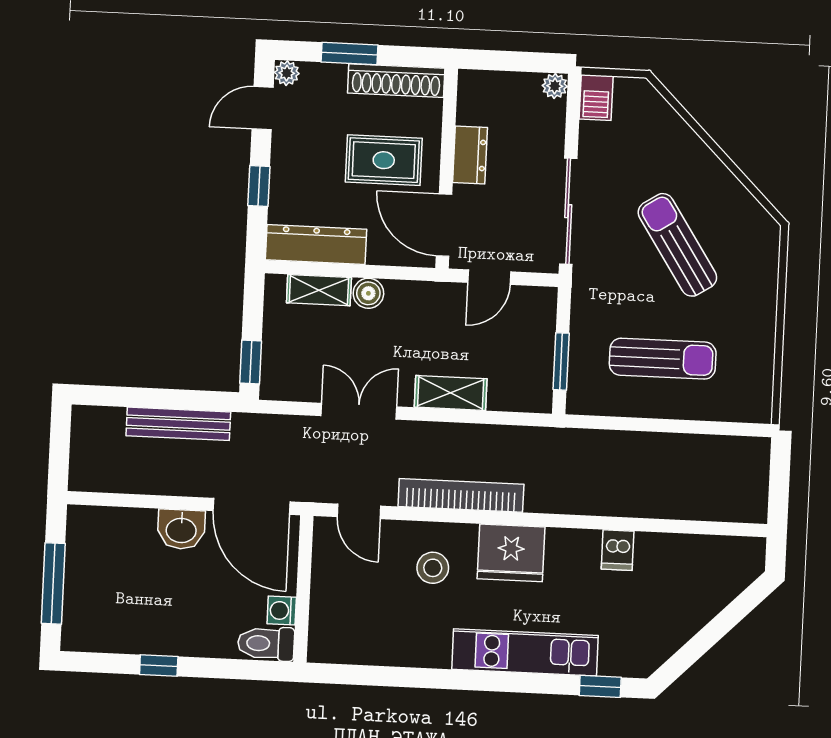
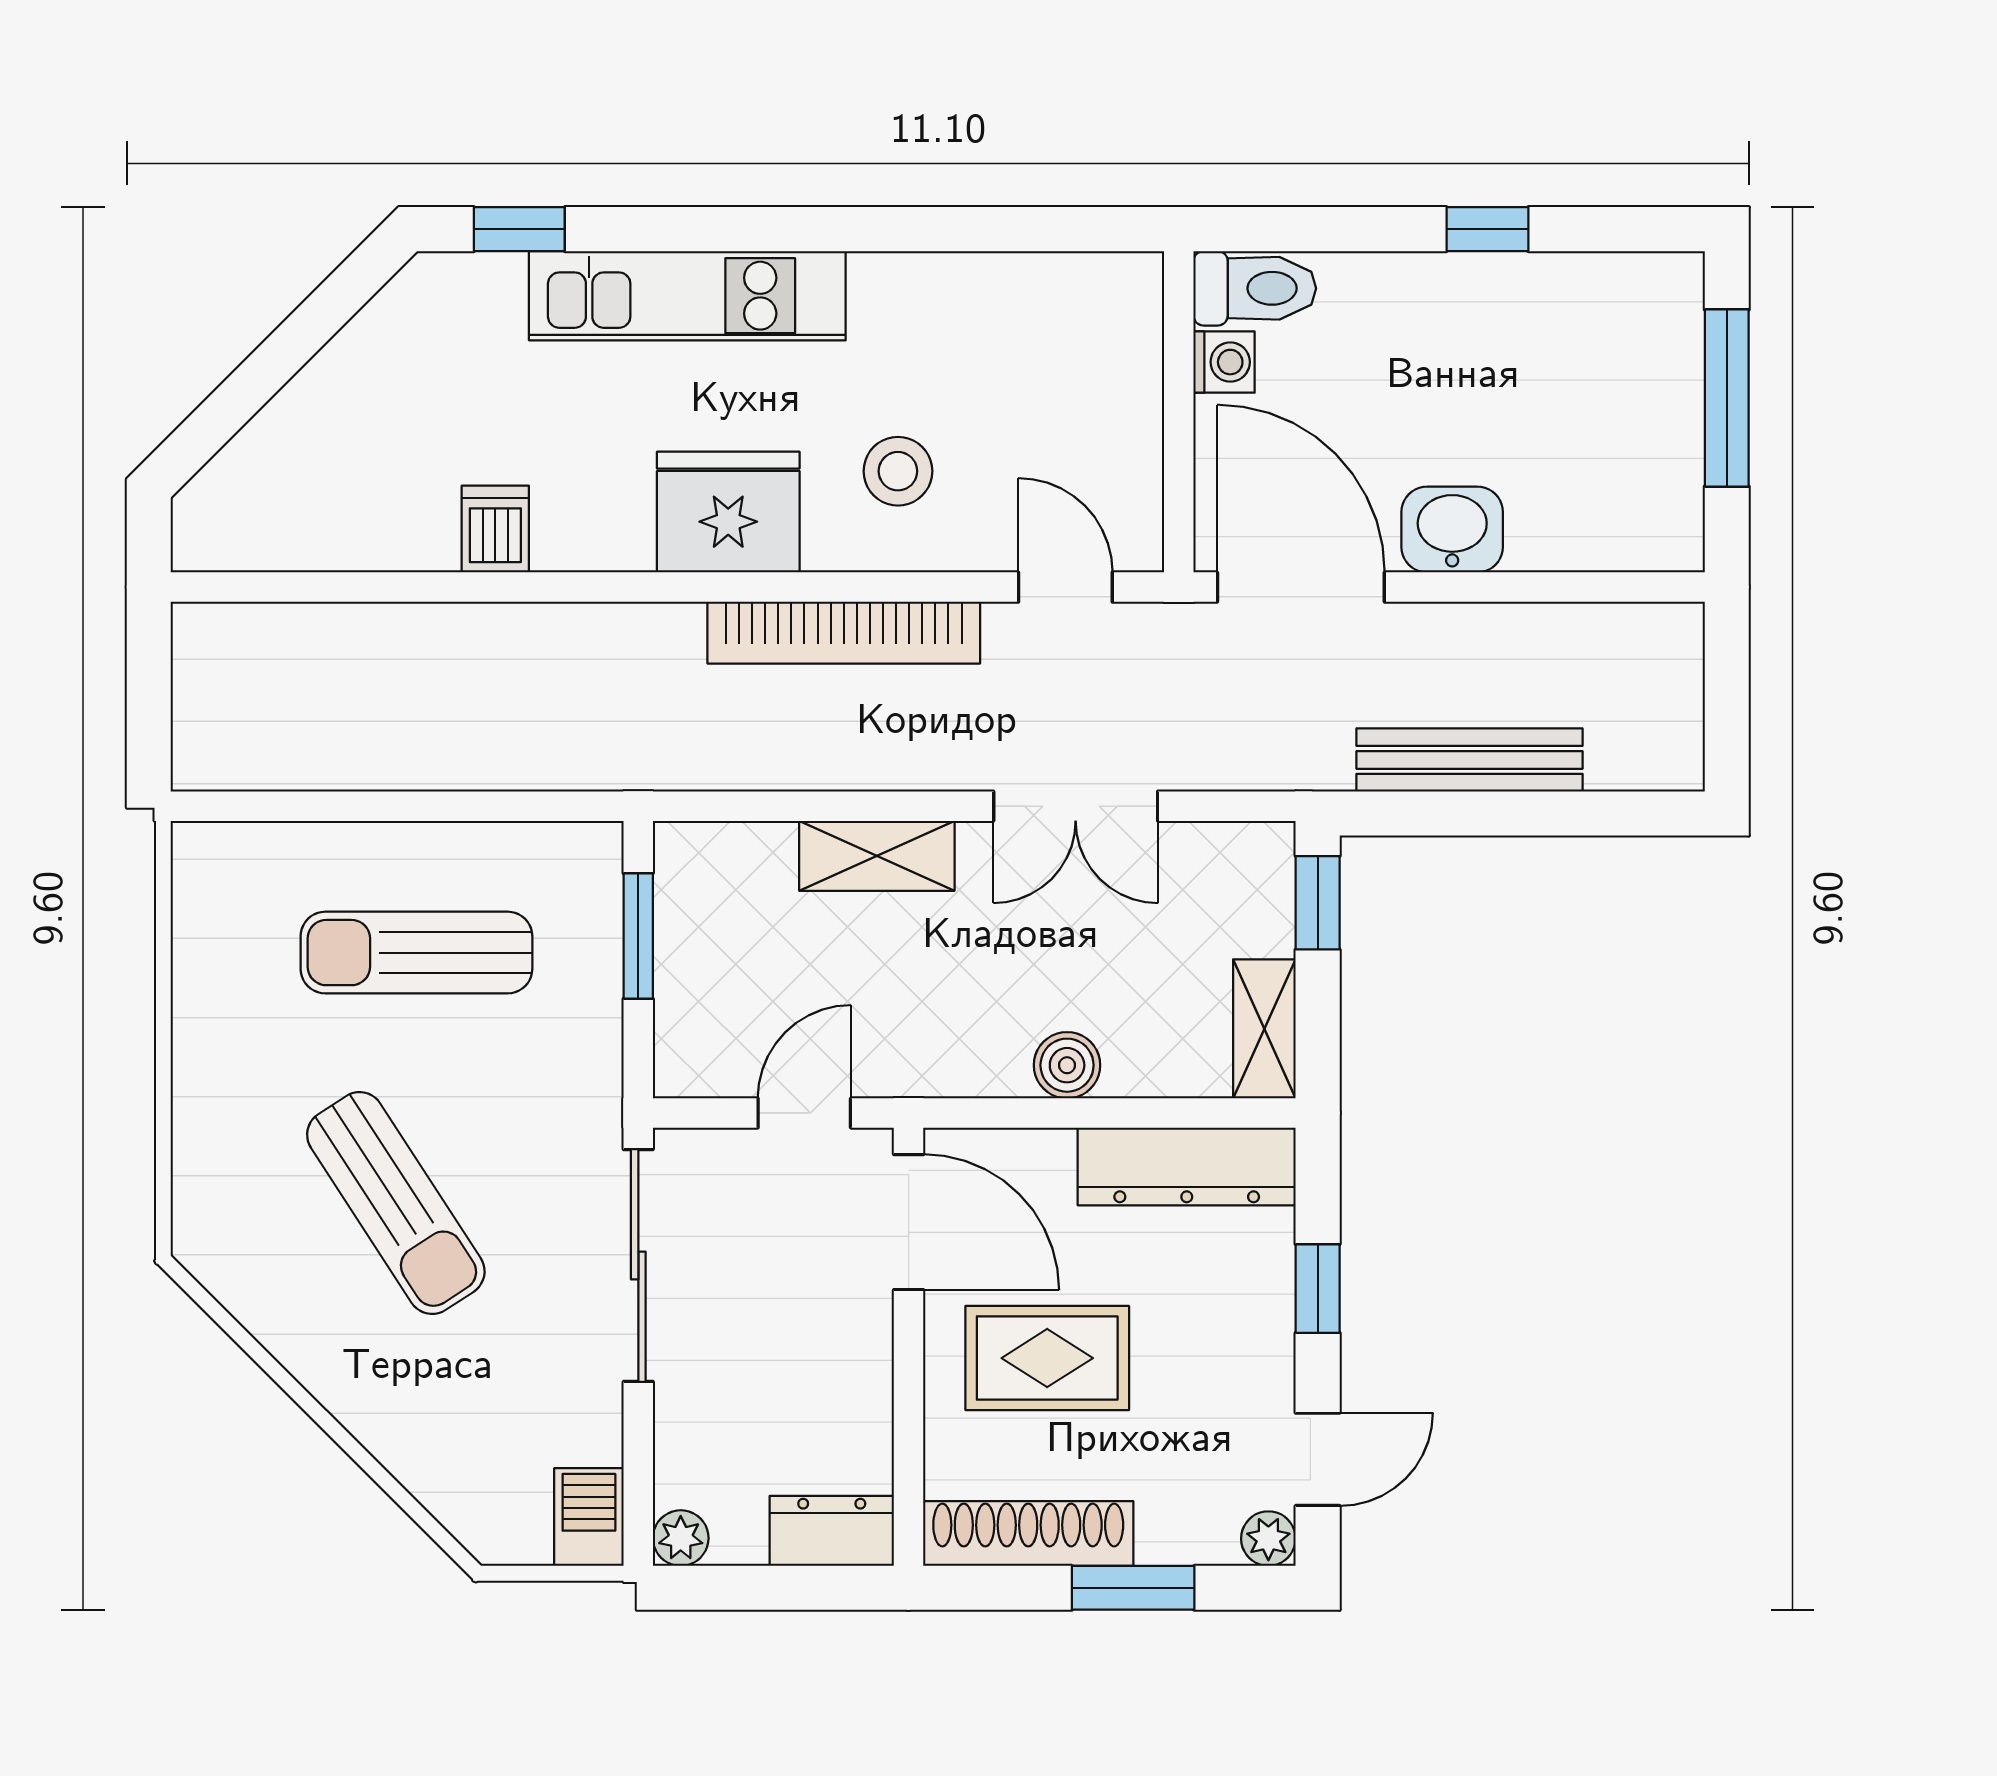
dresser: (470, 155) -> (832, 1531), moved, turned 90
shelving: (319, 290) -> (1264, 1029), moved, turned 90

